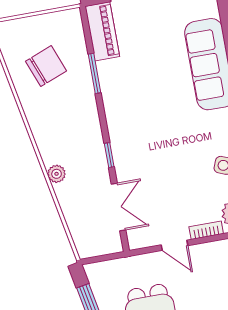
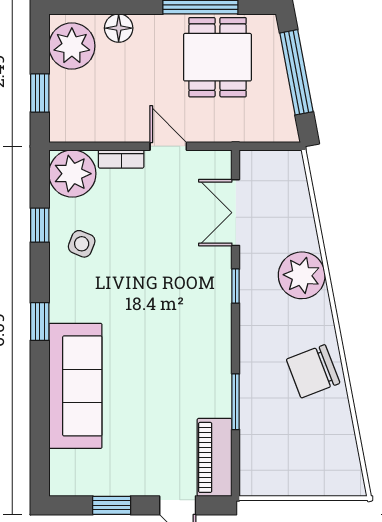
chair: (46, 66) -> (313, 371), moved
plant: (57, 174) -> (302, 275), width x1.87, depth x1.87

